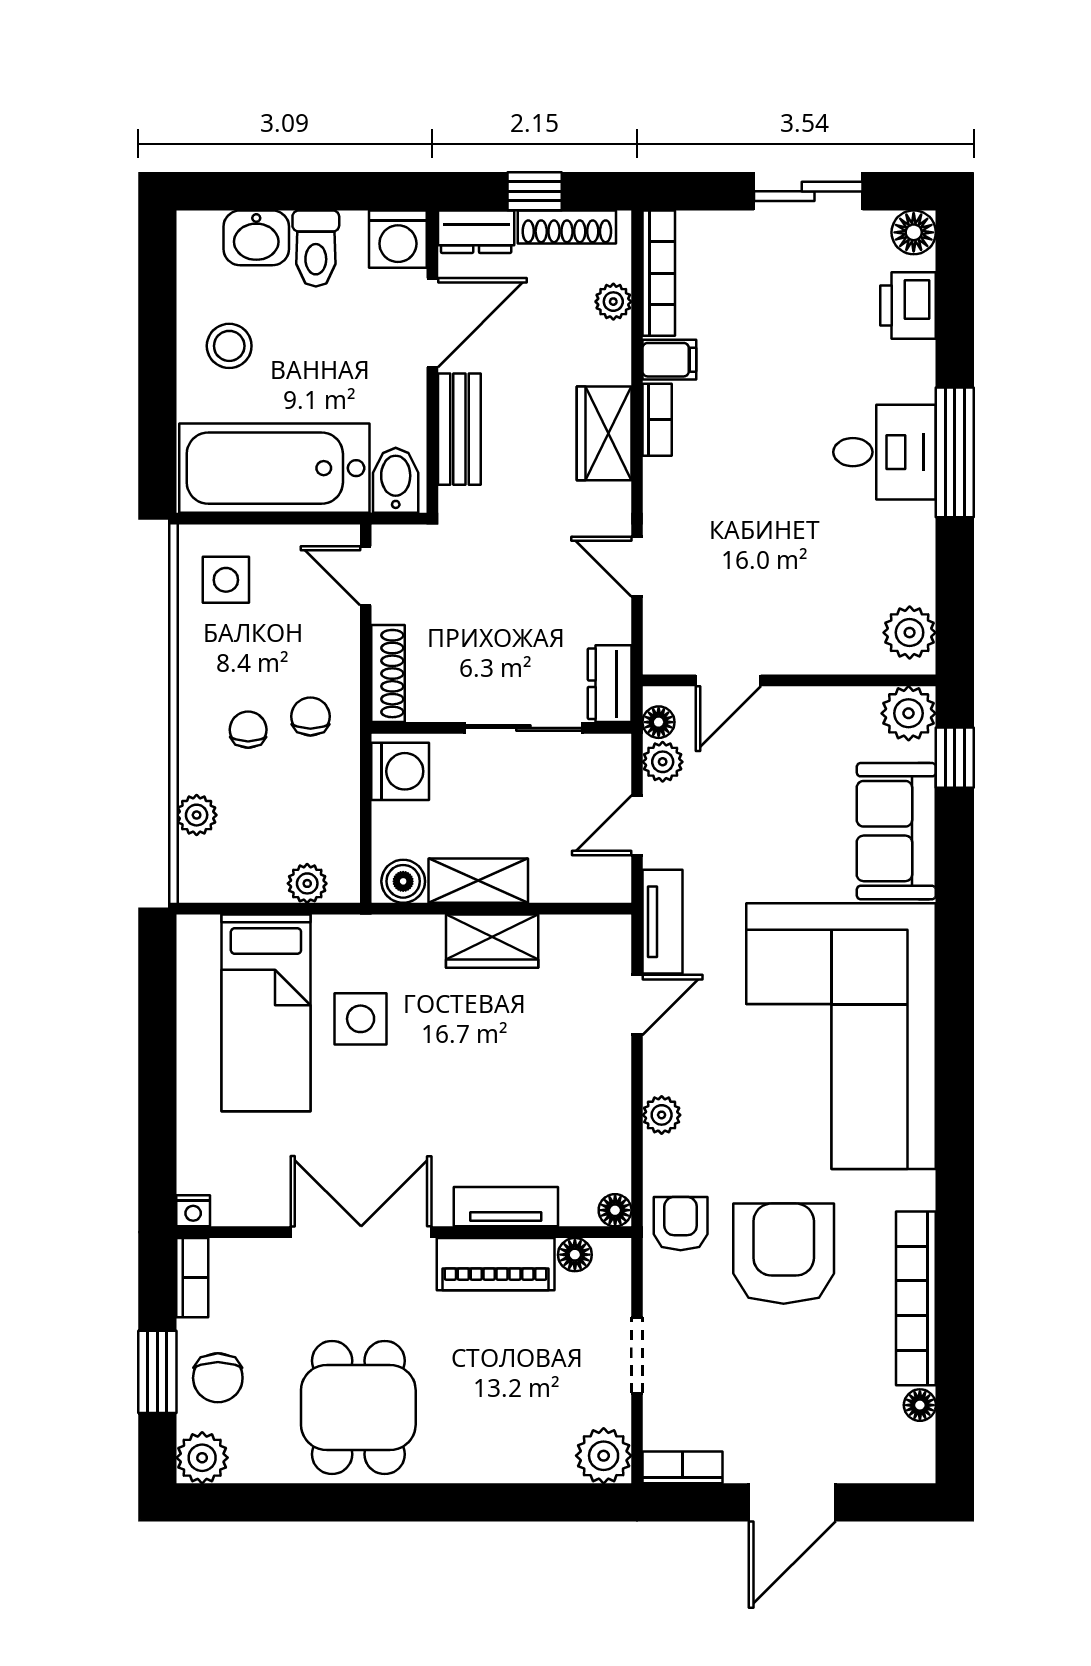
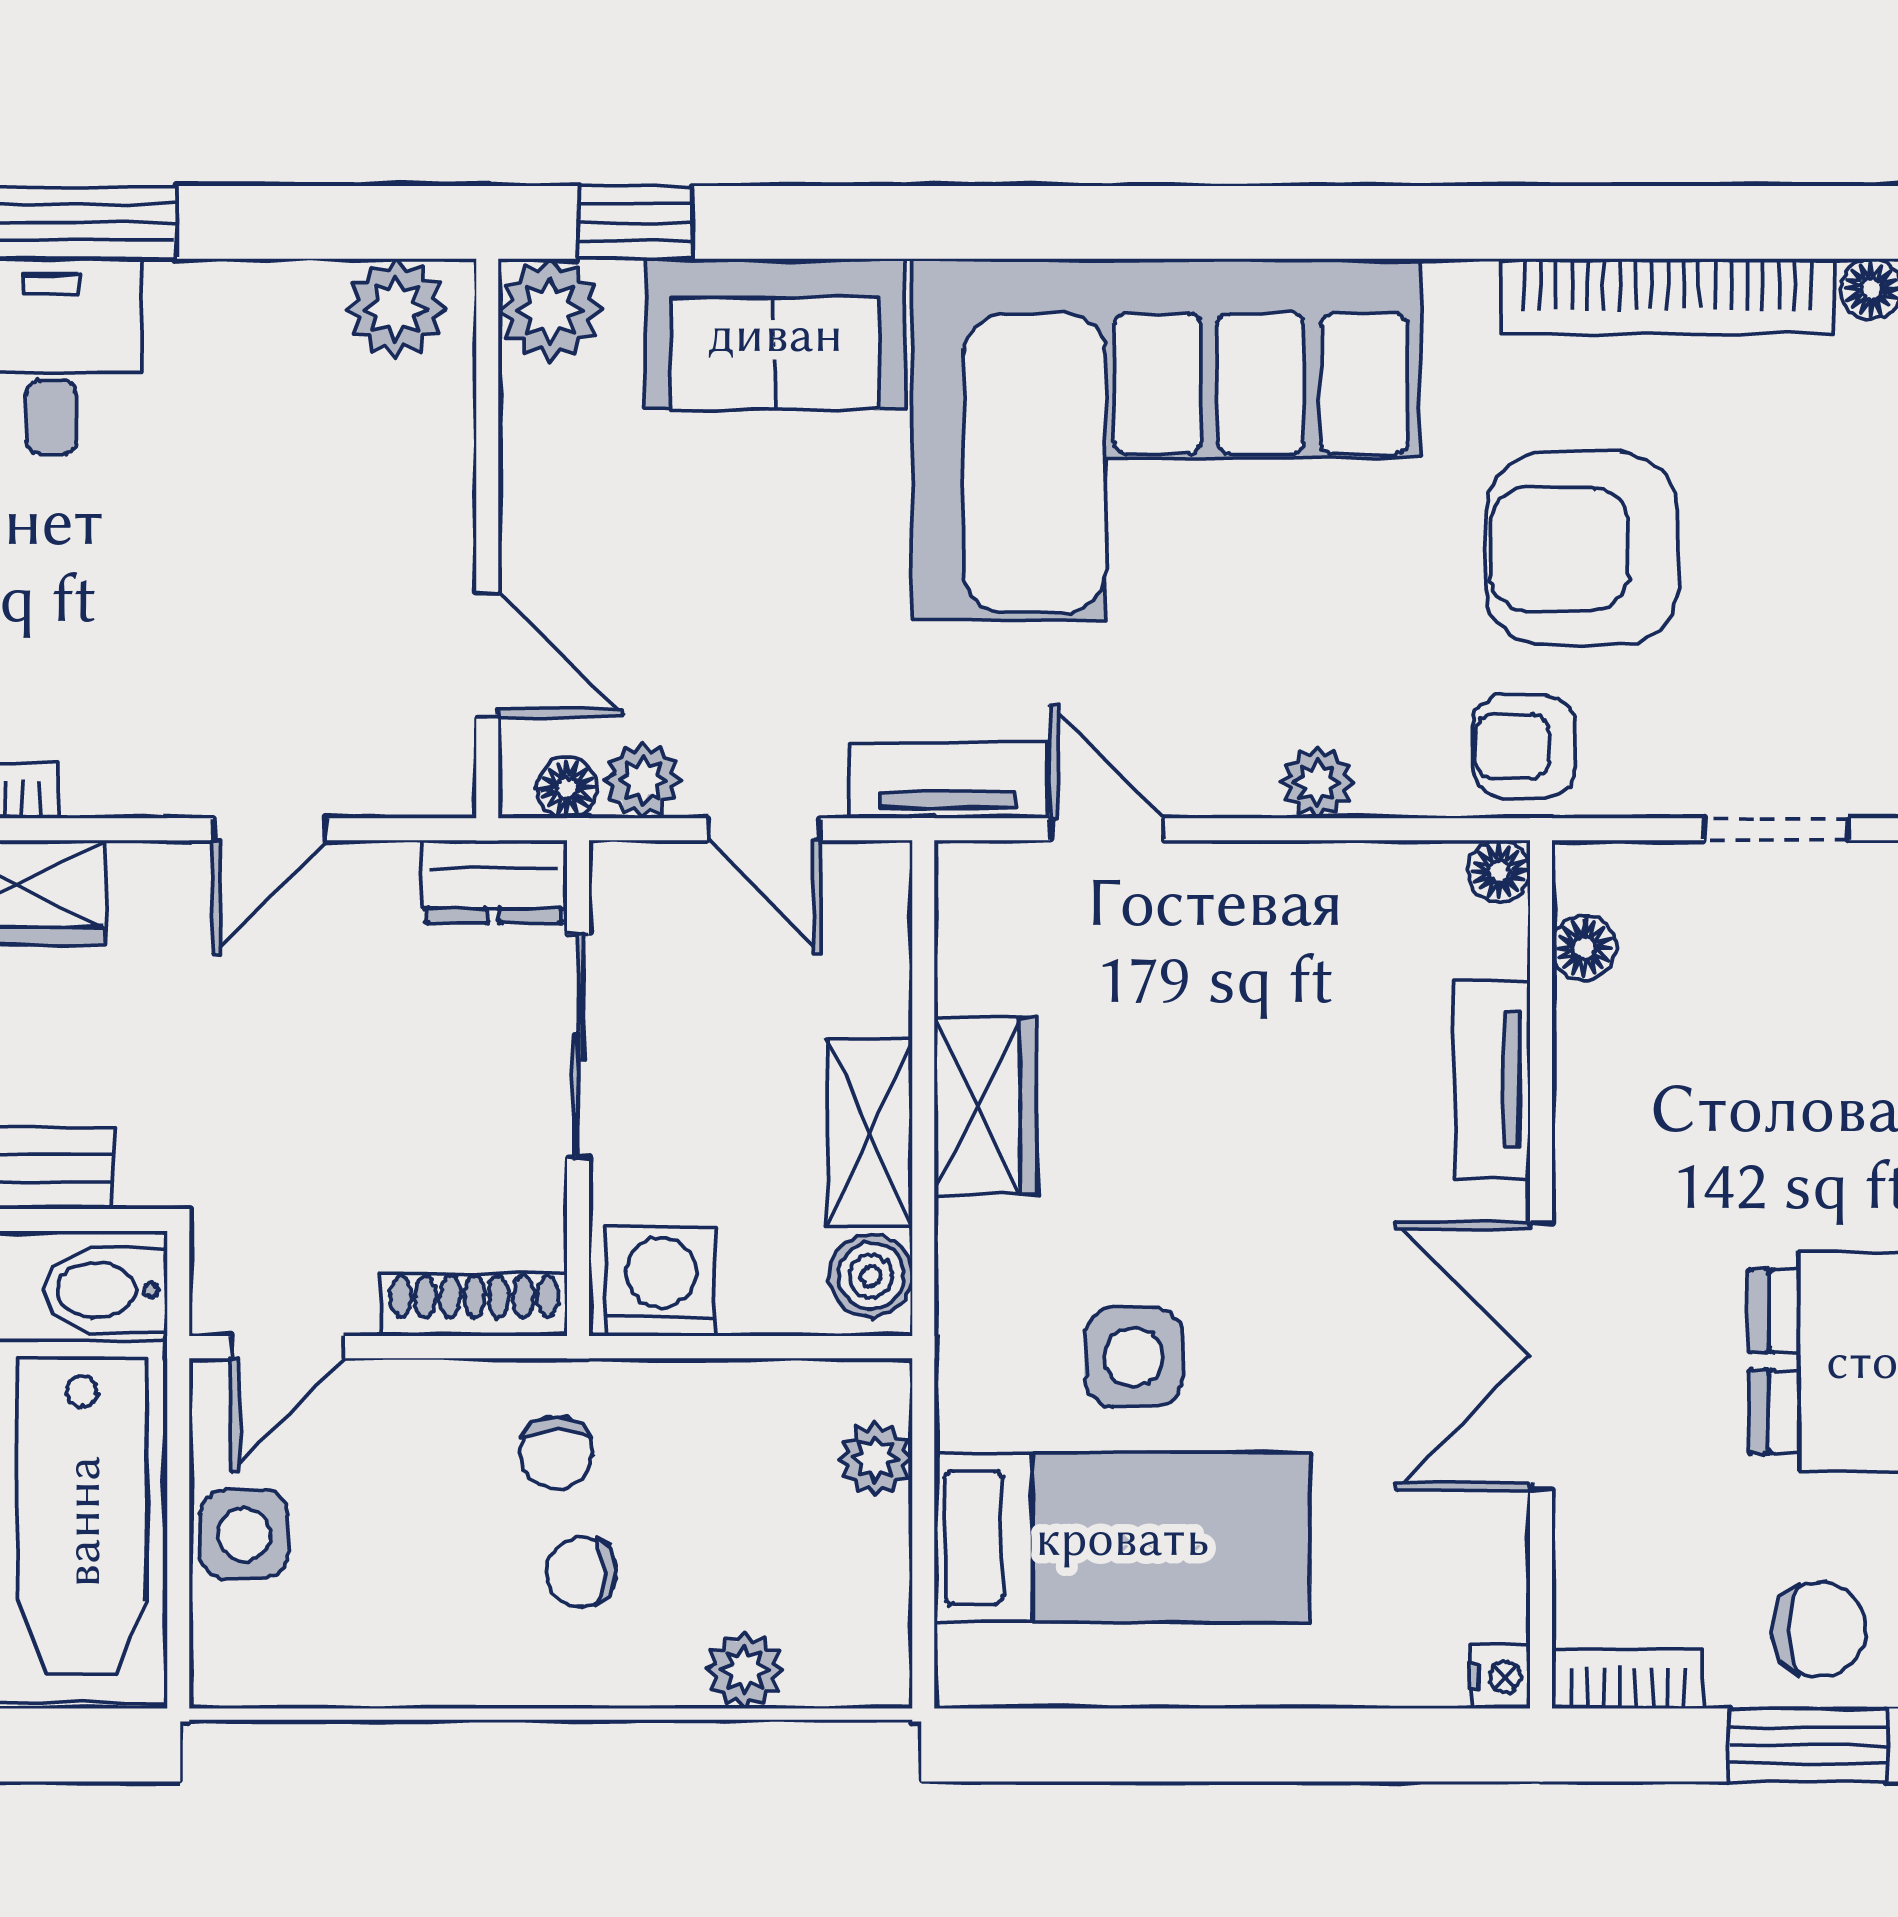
side table: (226, 580) -> (244, 1534), moved
chair: (310, 716) -> (556, 1453), turned -90
piano: (496, 1264) -> (1602, 1099), removed

